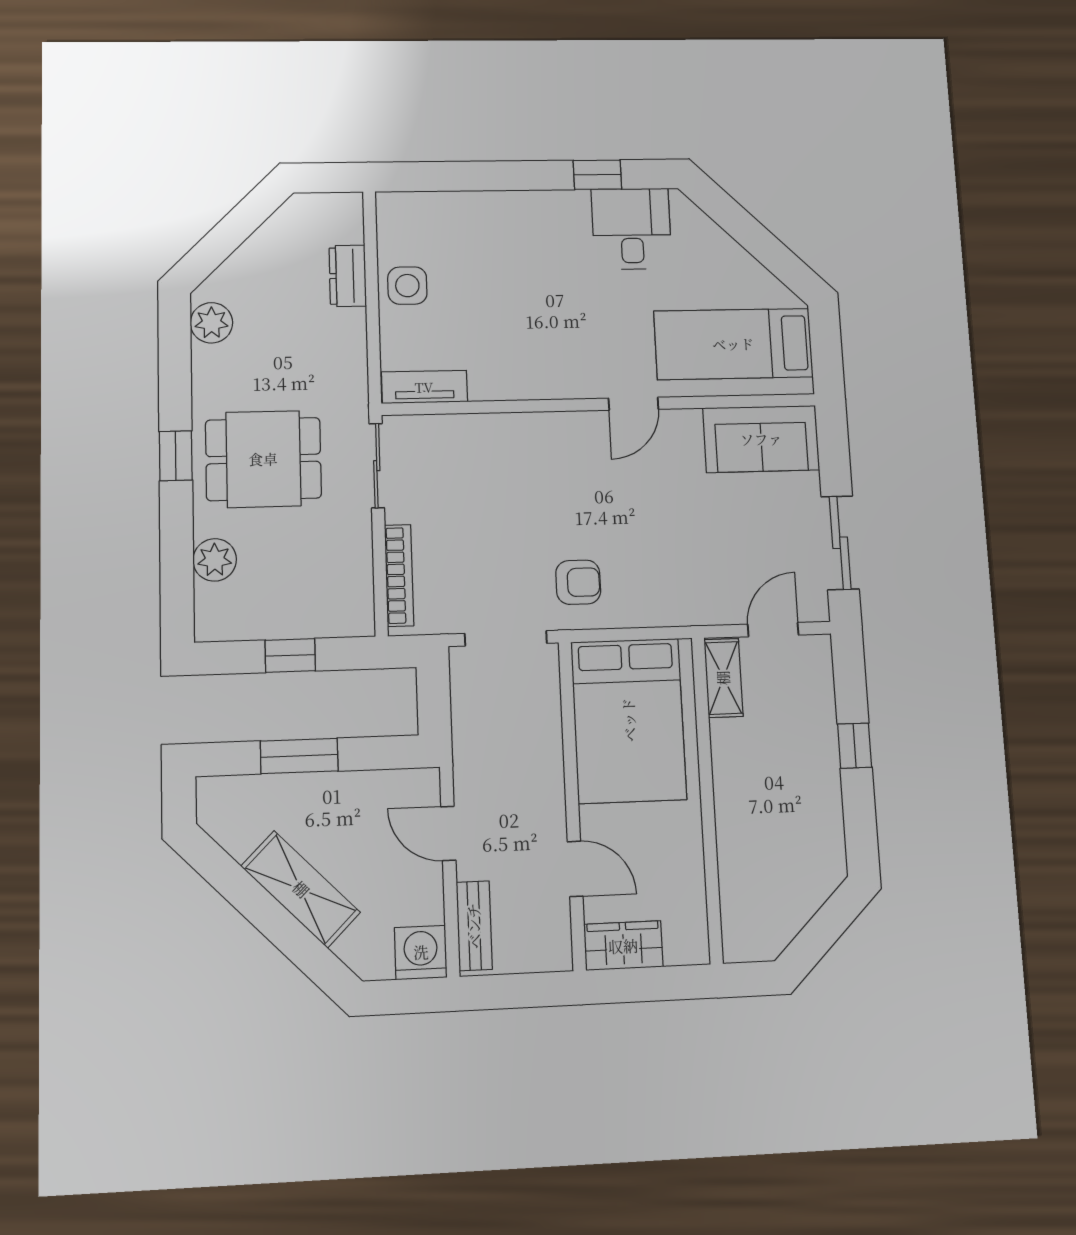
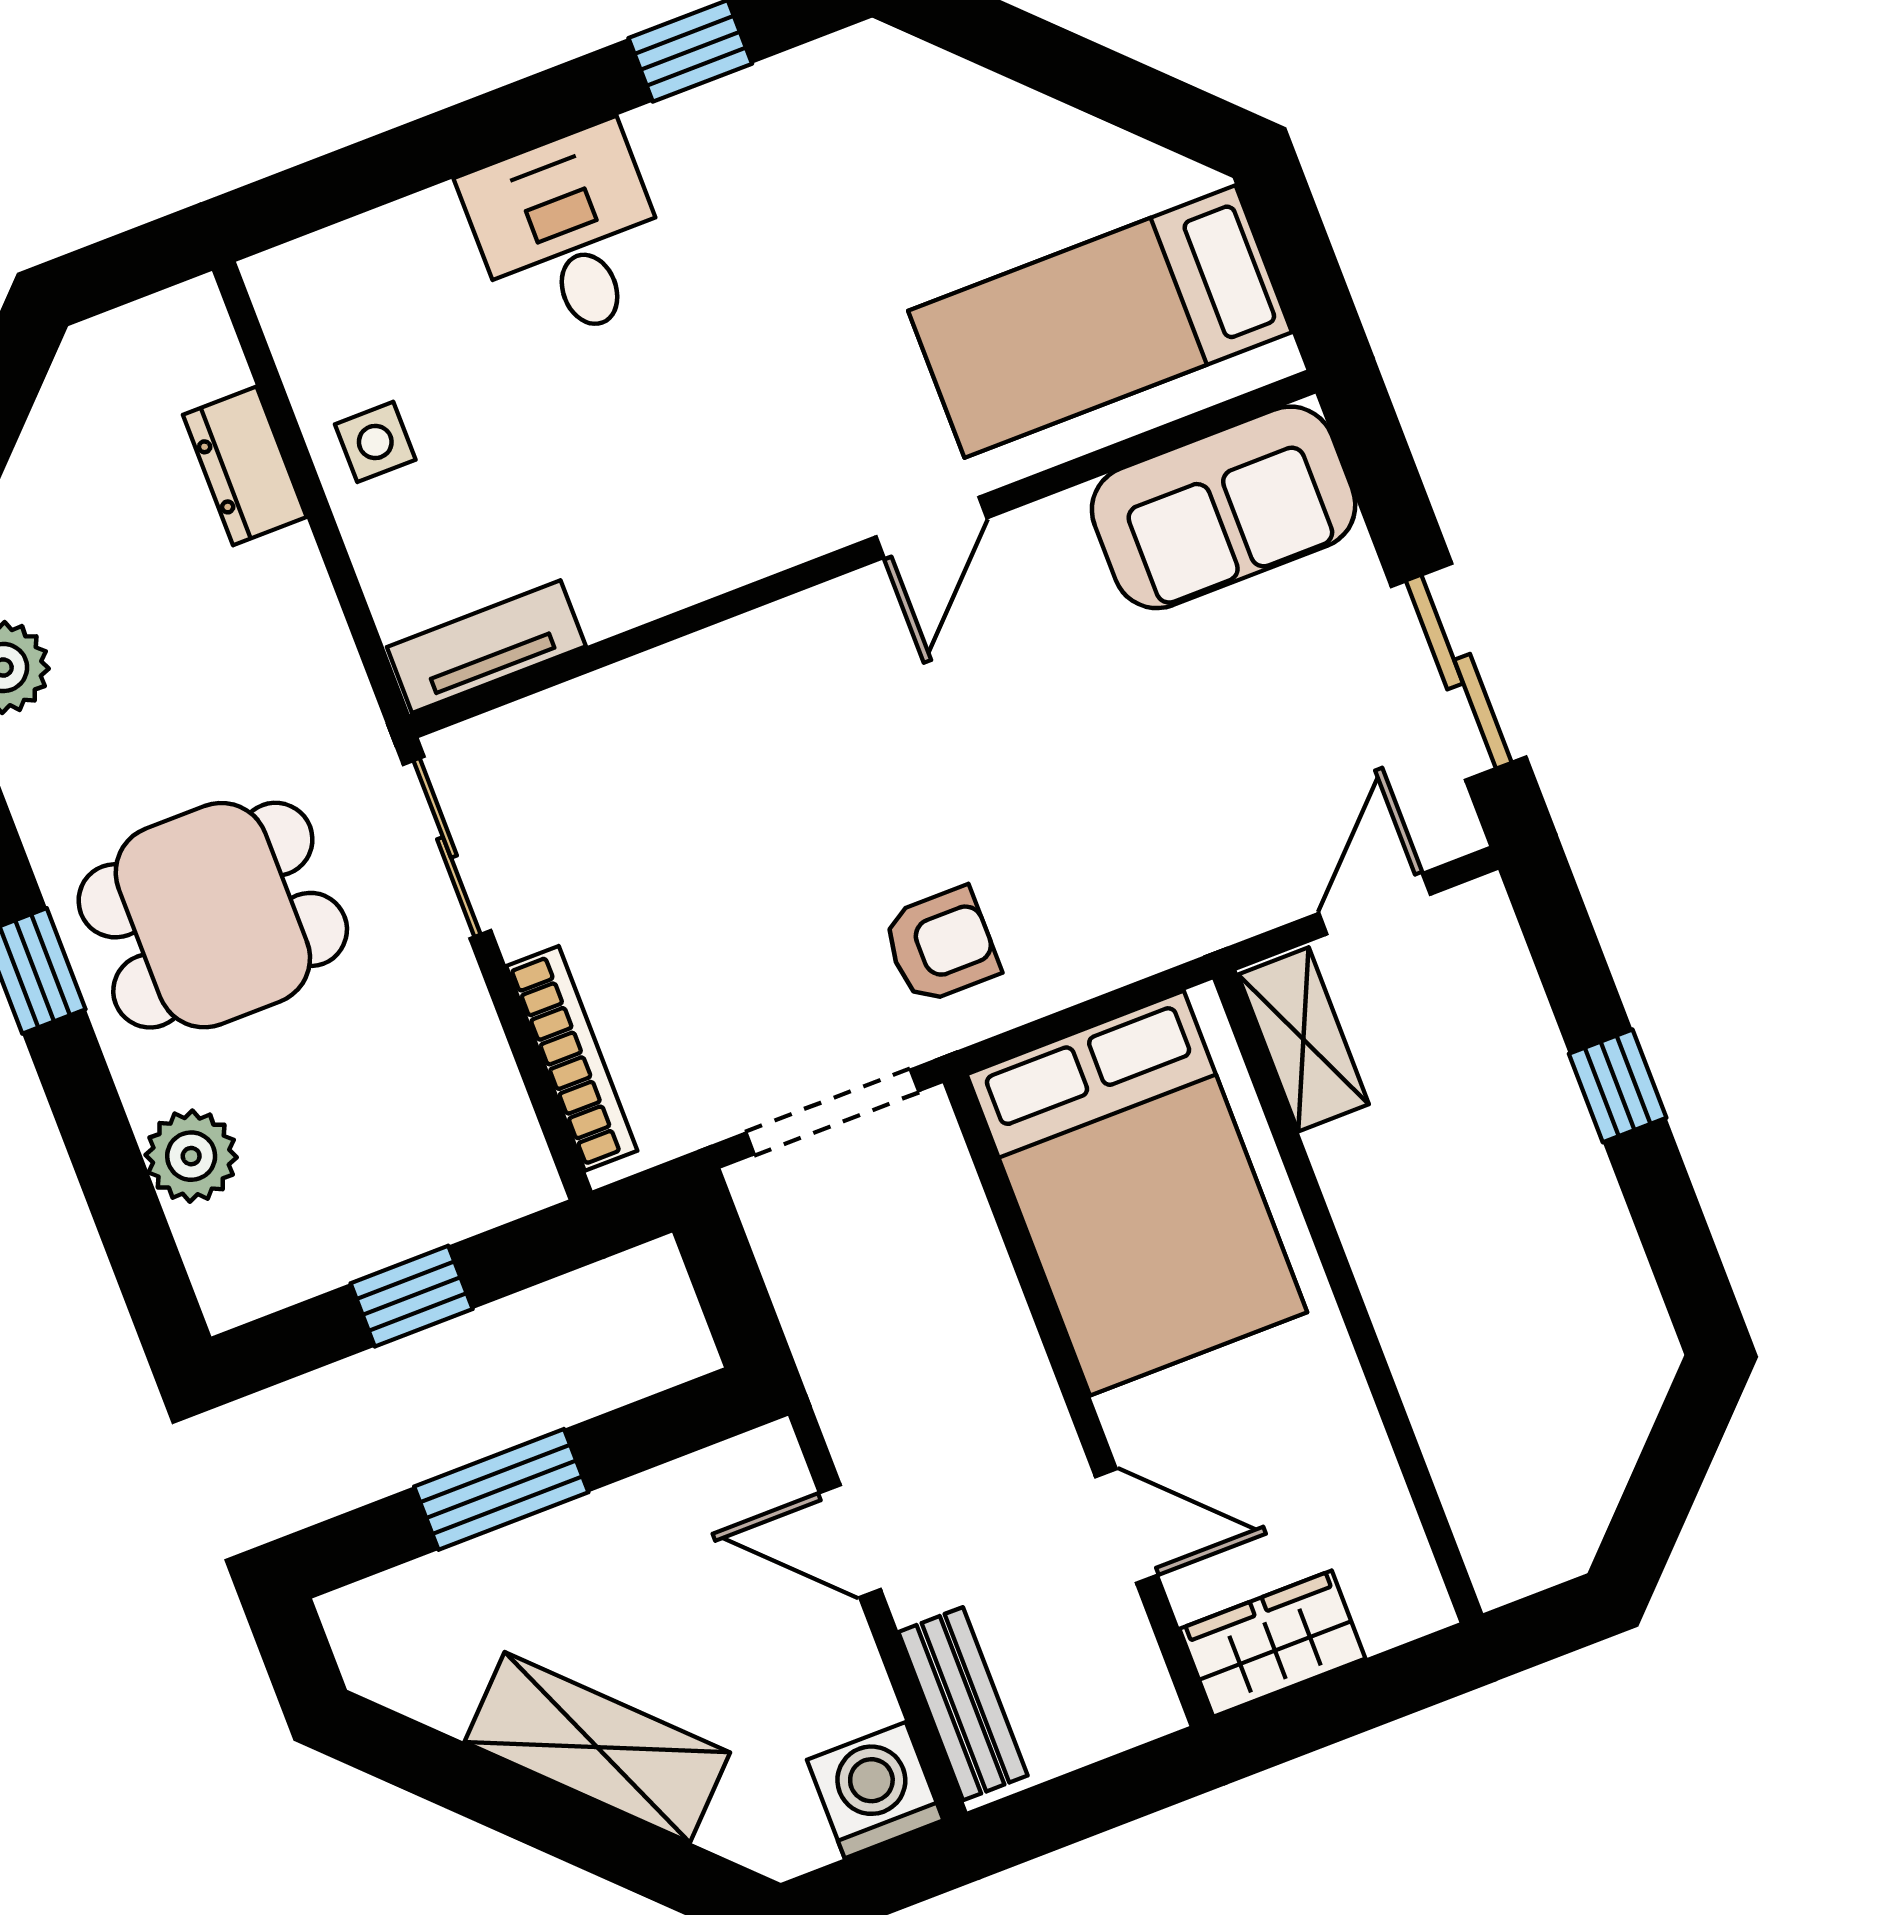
desk: (632, 229) -> (569, 235), moved
side table: (407, 286) -> (375, 442), width x0.73, depth x0.73

